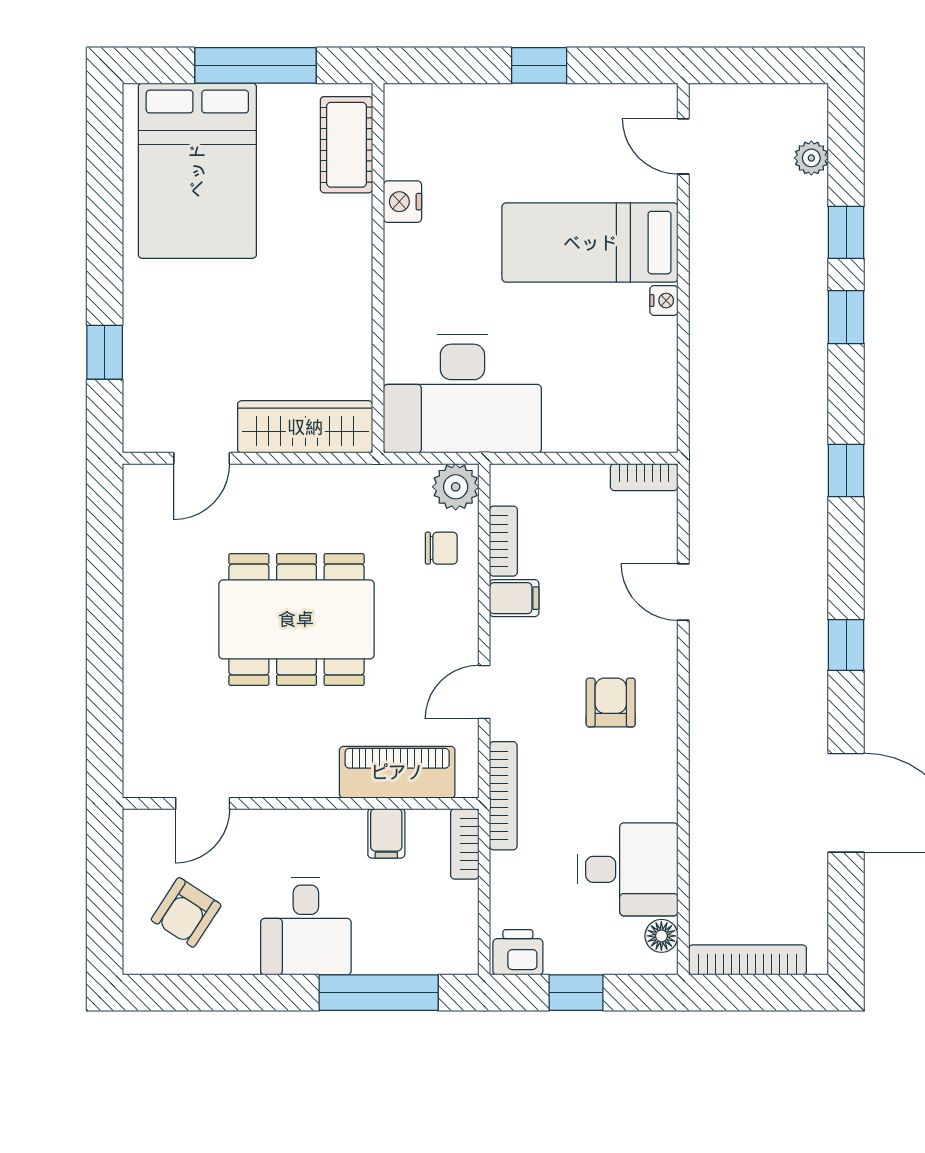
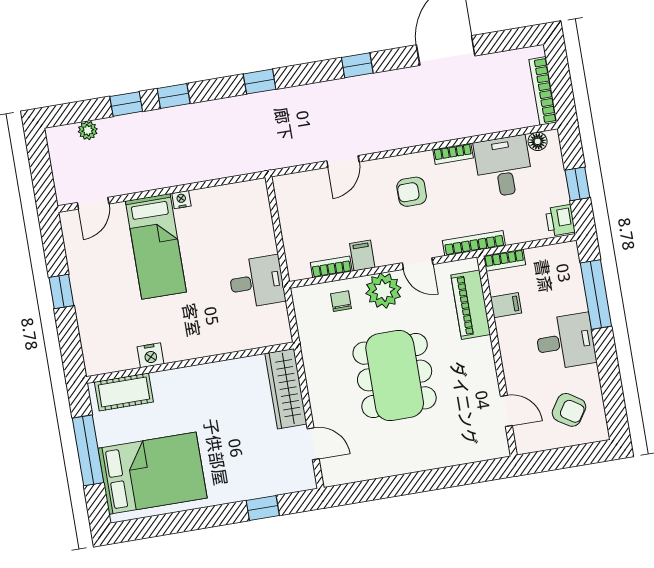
desk: (462, 394) -> (257, 282), width x0.53, depth x0.77
bookcase: (644, 477) -> (453, 154), moved, turned 90
plant: (456, 487) -> (383, 291), moved, width x1.36, depth x1.36

